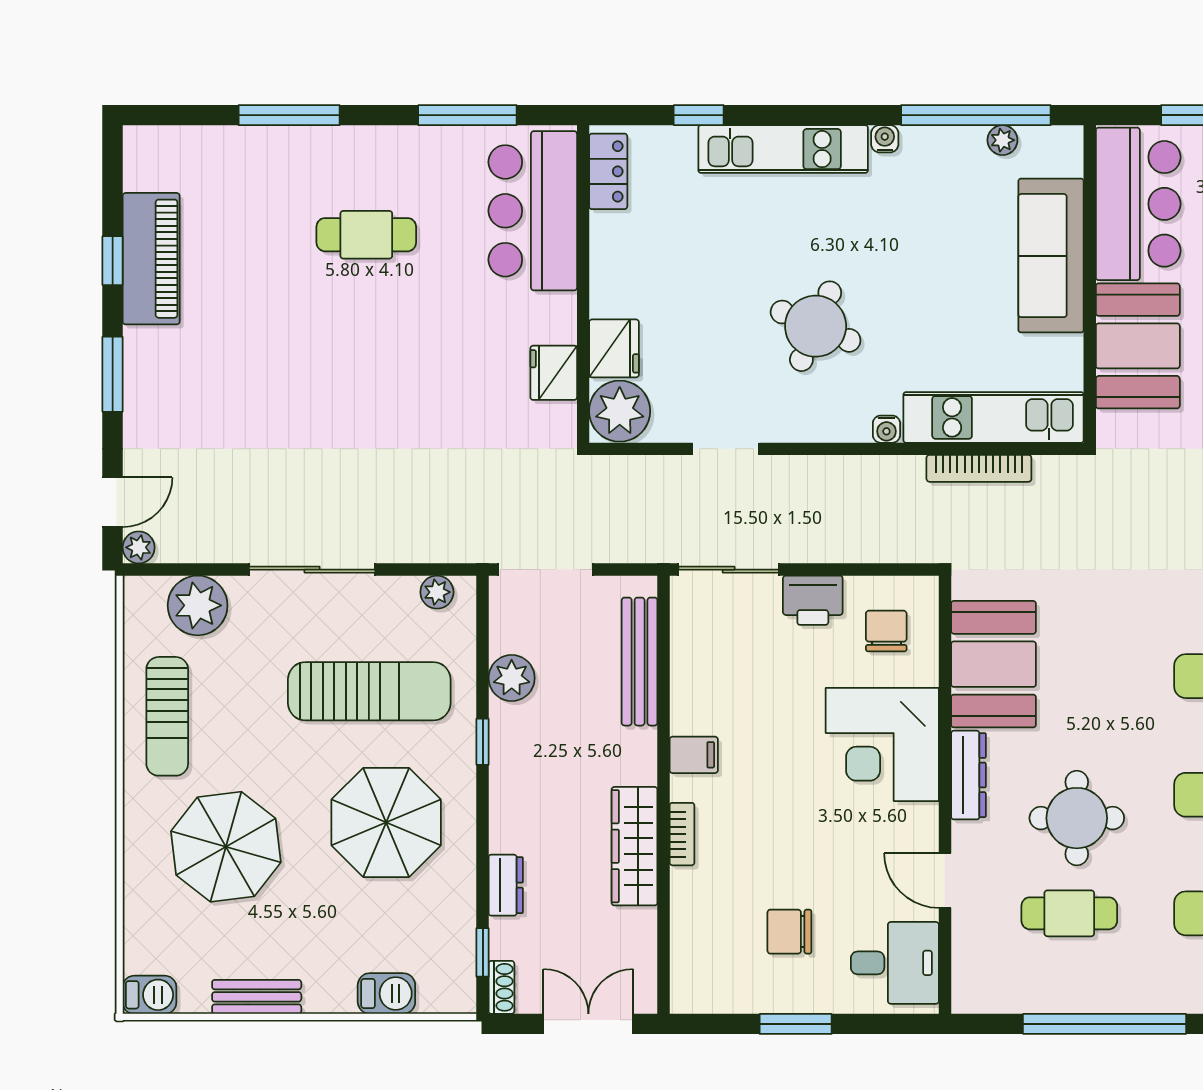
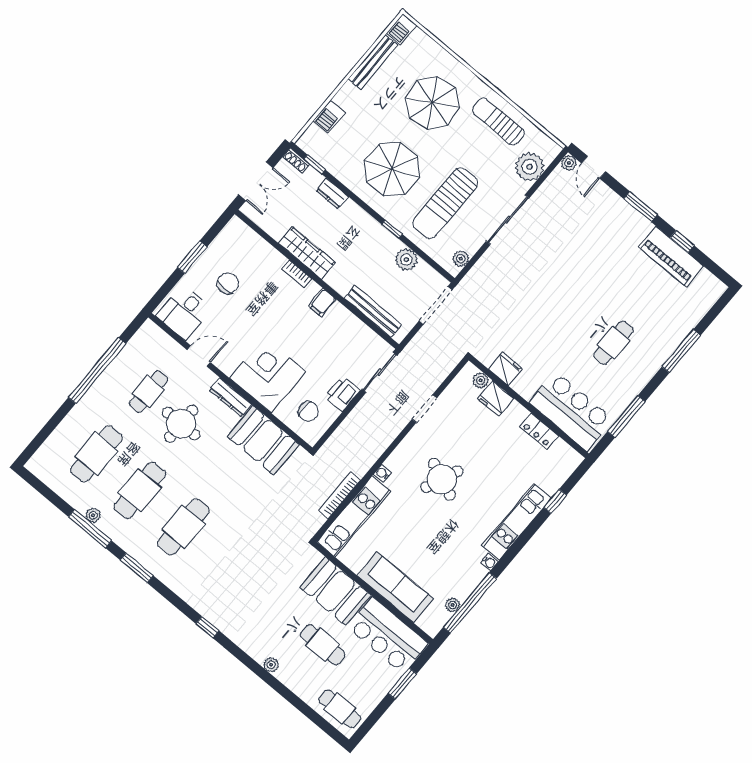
locker: (608, 171) -> (539, 431), moved
plant: (620, 411) -> (481, 380), width x0.53, depth x0.53
bench: (257, 997) -> (373, 62), width x1.36

